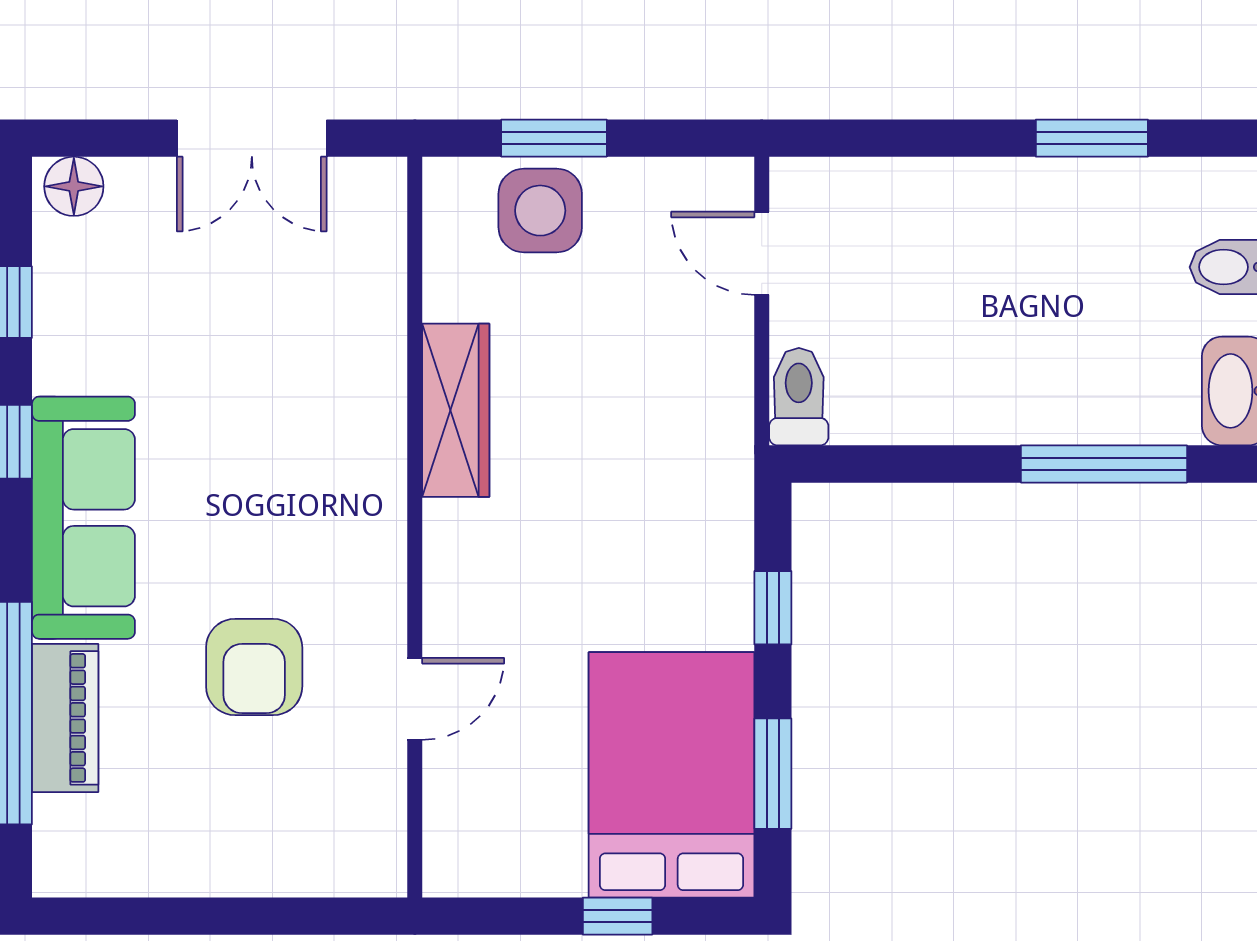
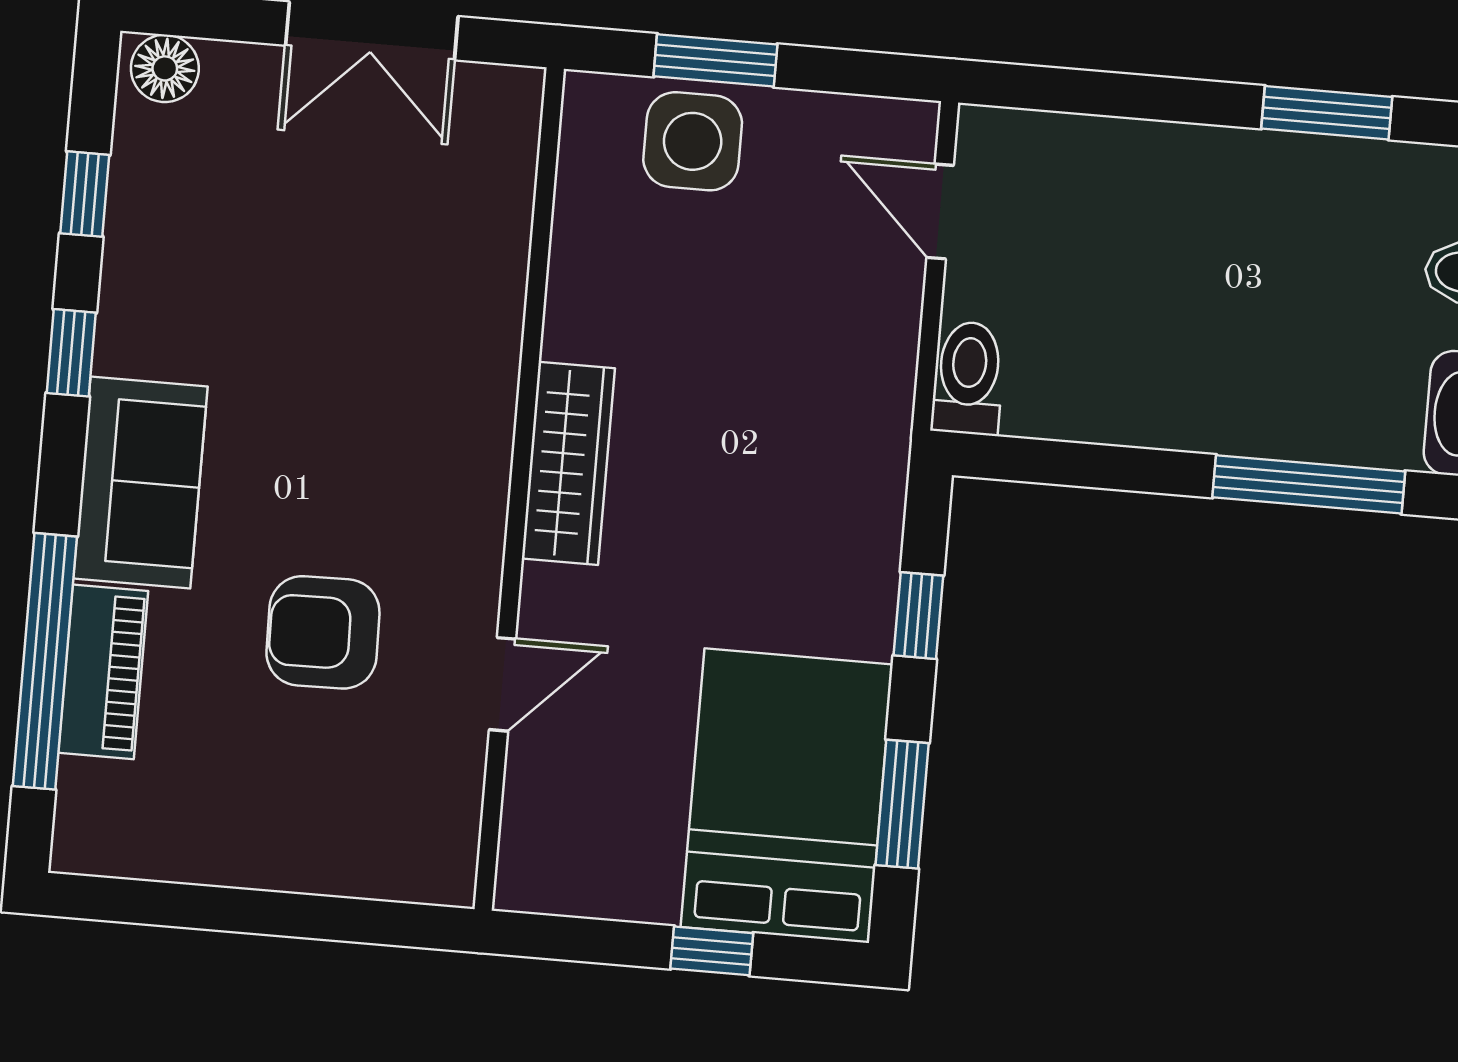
wardrobe: (456, 410) -> (568, 463), moved
sofa: (83, 518) -> (140, 482), width x0.73
armchair: (254, 667) -> (323, 632), turned 89

